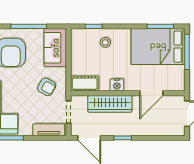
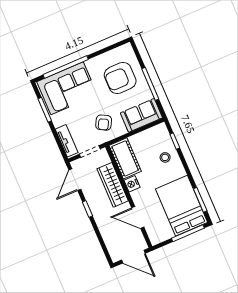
cot: (85, 84) -> (125, 158), width x1.37, depth x1.34

